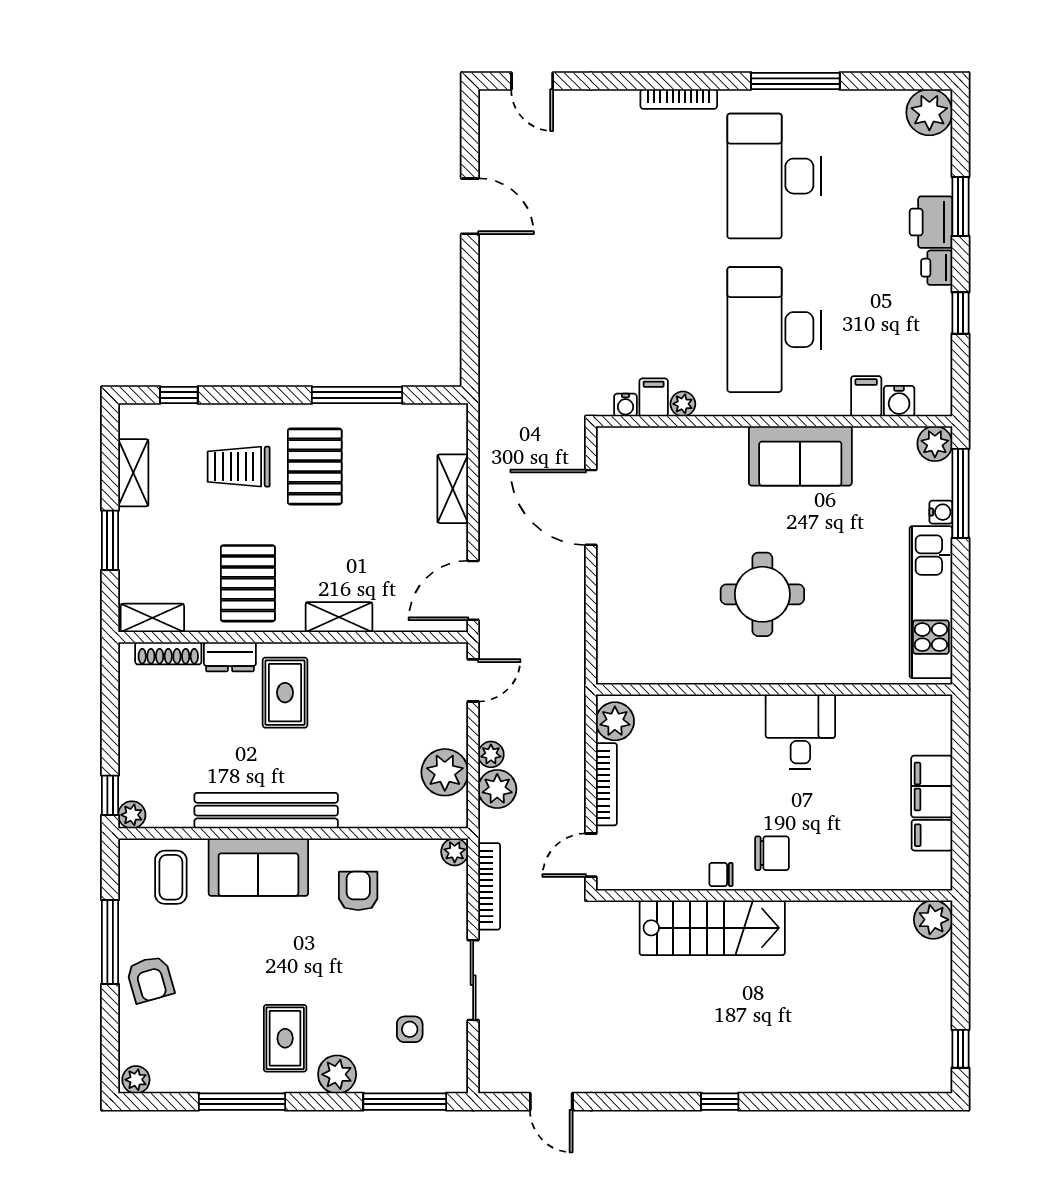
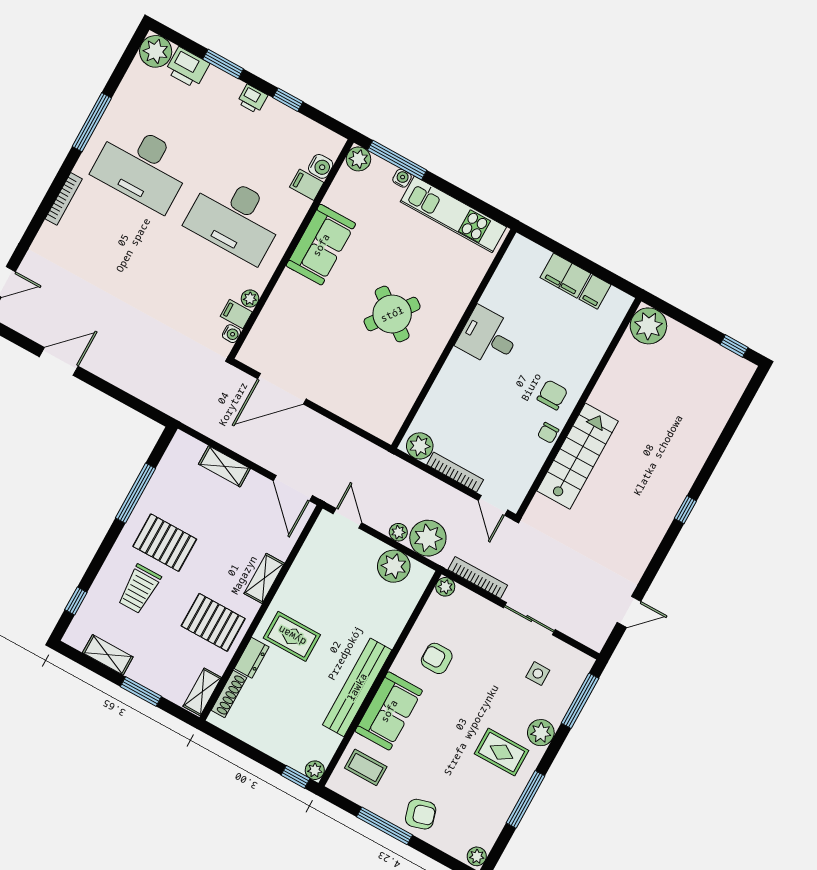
printer: (931, 222) -> (187, 68), moved
round table: (762, 594) -> (392, 314), turned 37
plant: (497, 789) -> (428, 538), width x1.36, depth x1.36
plant: (933, 920) -> (648, 326), width x1.36, depth x1.36

